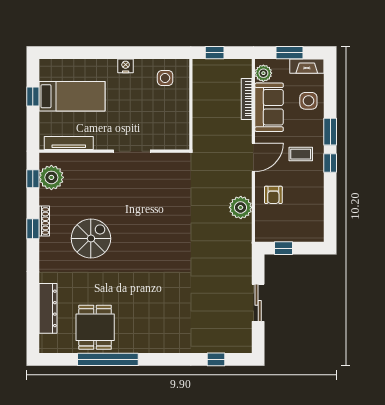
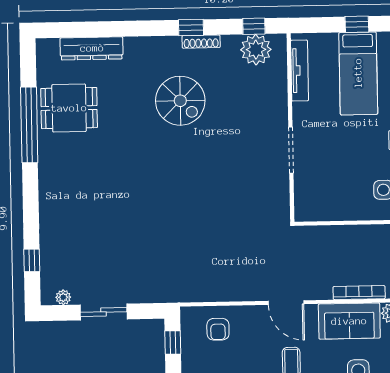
armchair: (273, 195) -> (218, 329), moved, turned -90
plant: (241, 207) -> (63, 297), moved, width x0.53, depth x0.53

